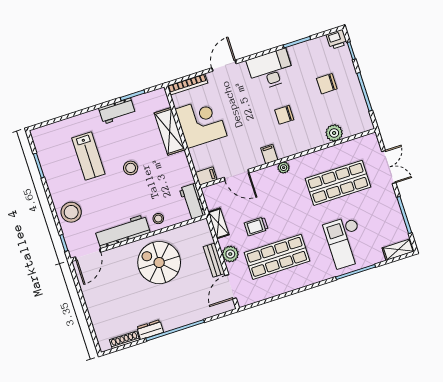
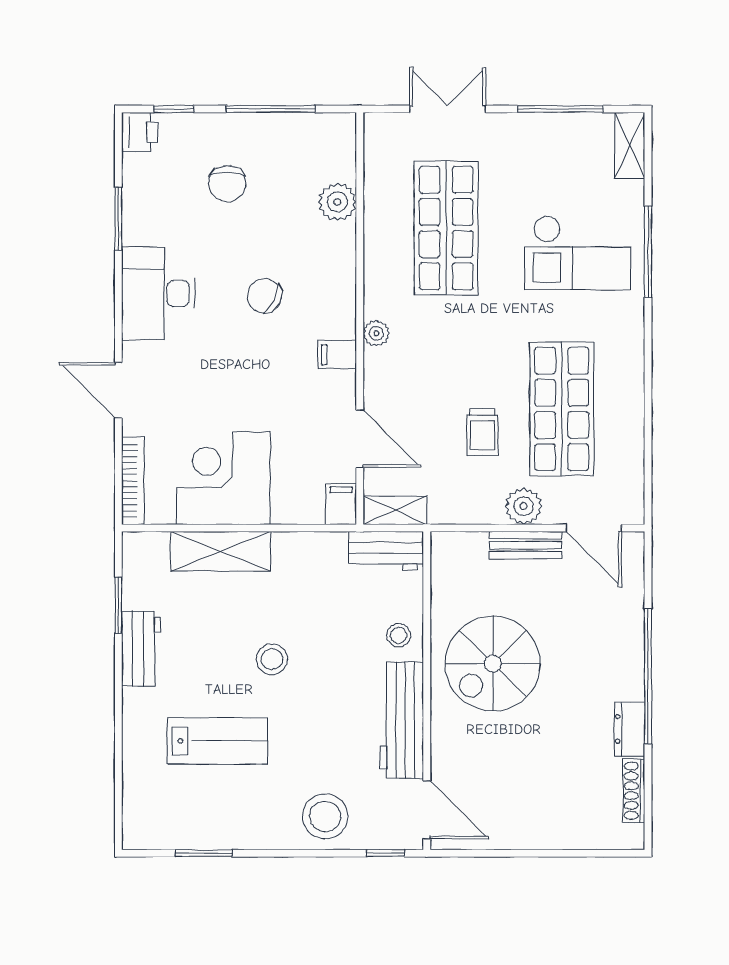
chair: (284, 115) -> (264, 296), turned 115
door: (237, 175) -> (360, 439), hinge flipped
shelving: (219, 223) -> (395, 510), moved

